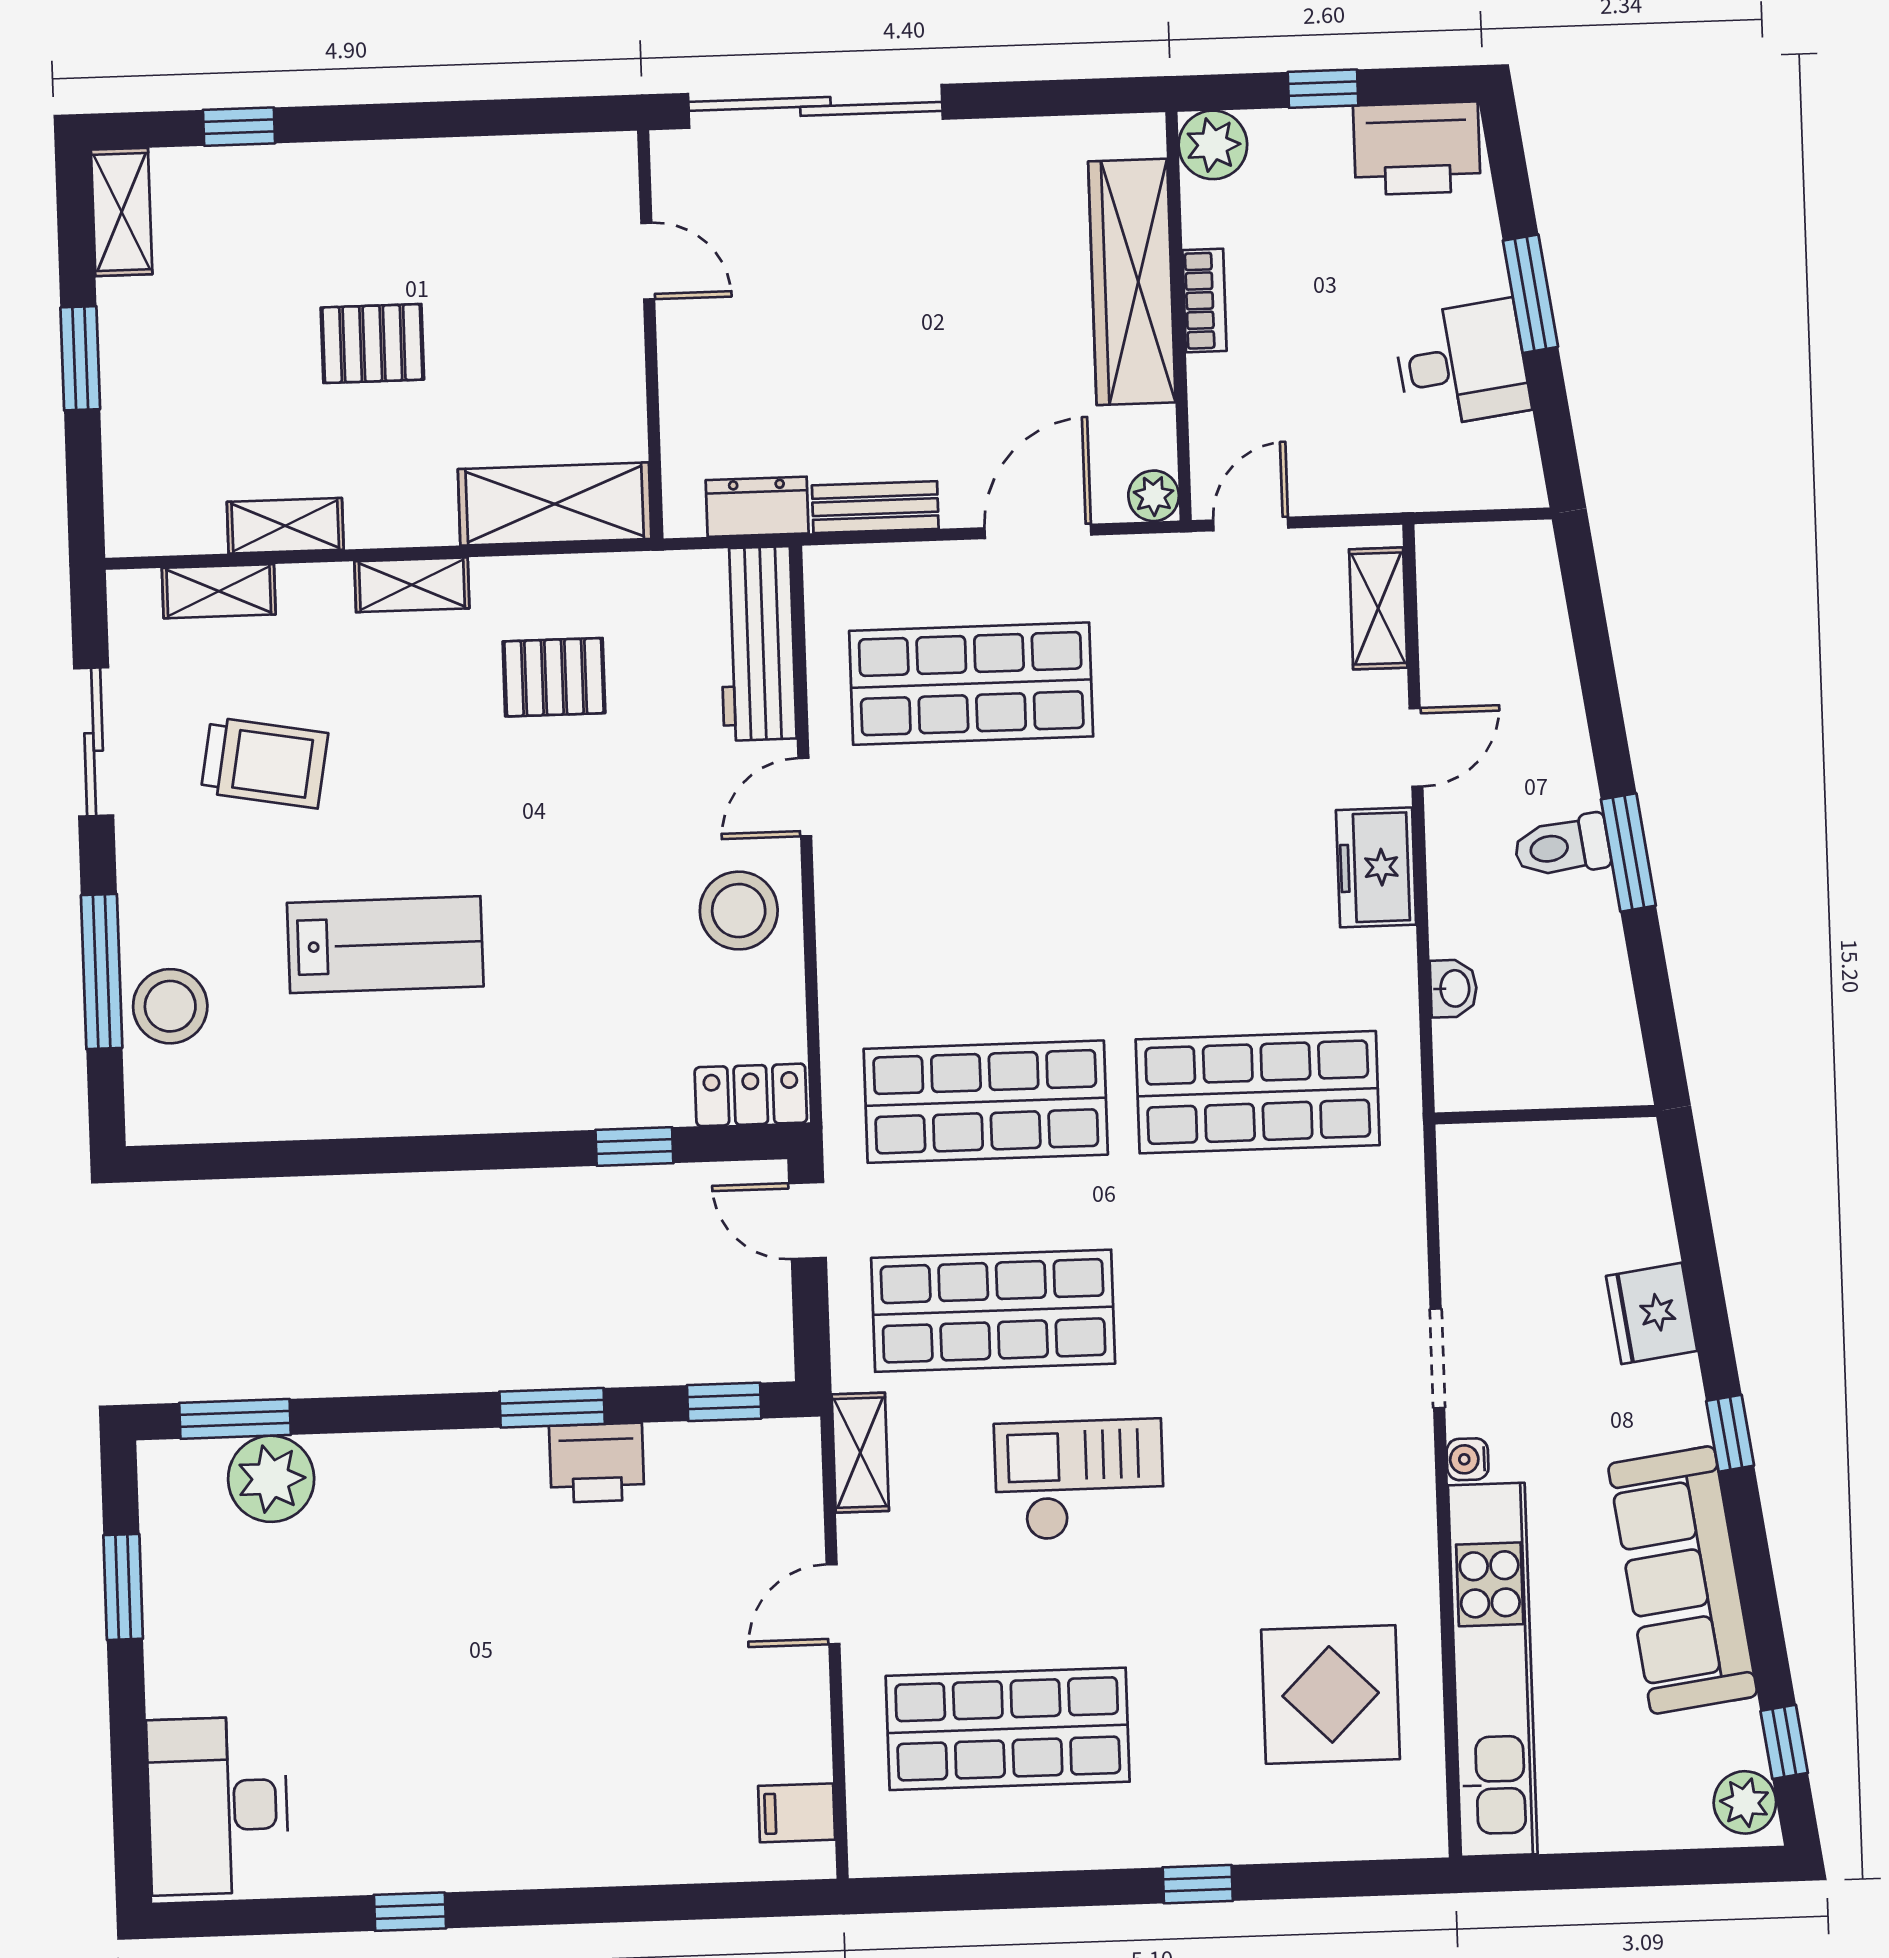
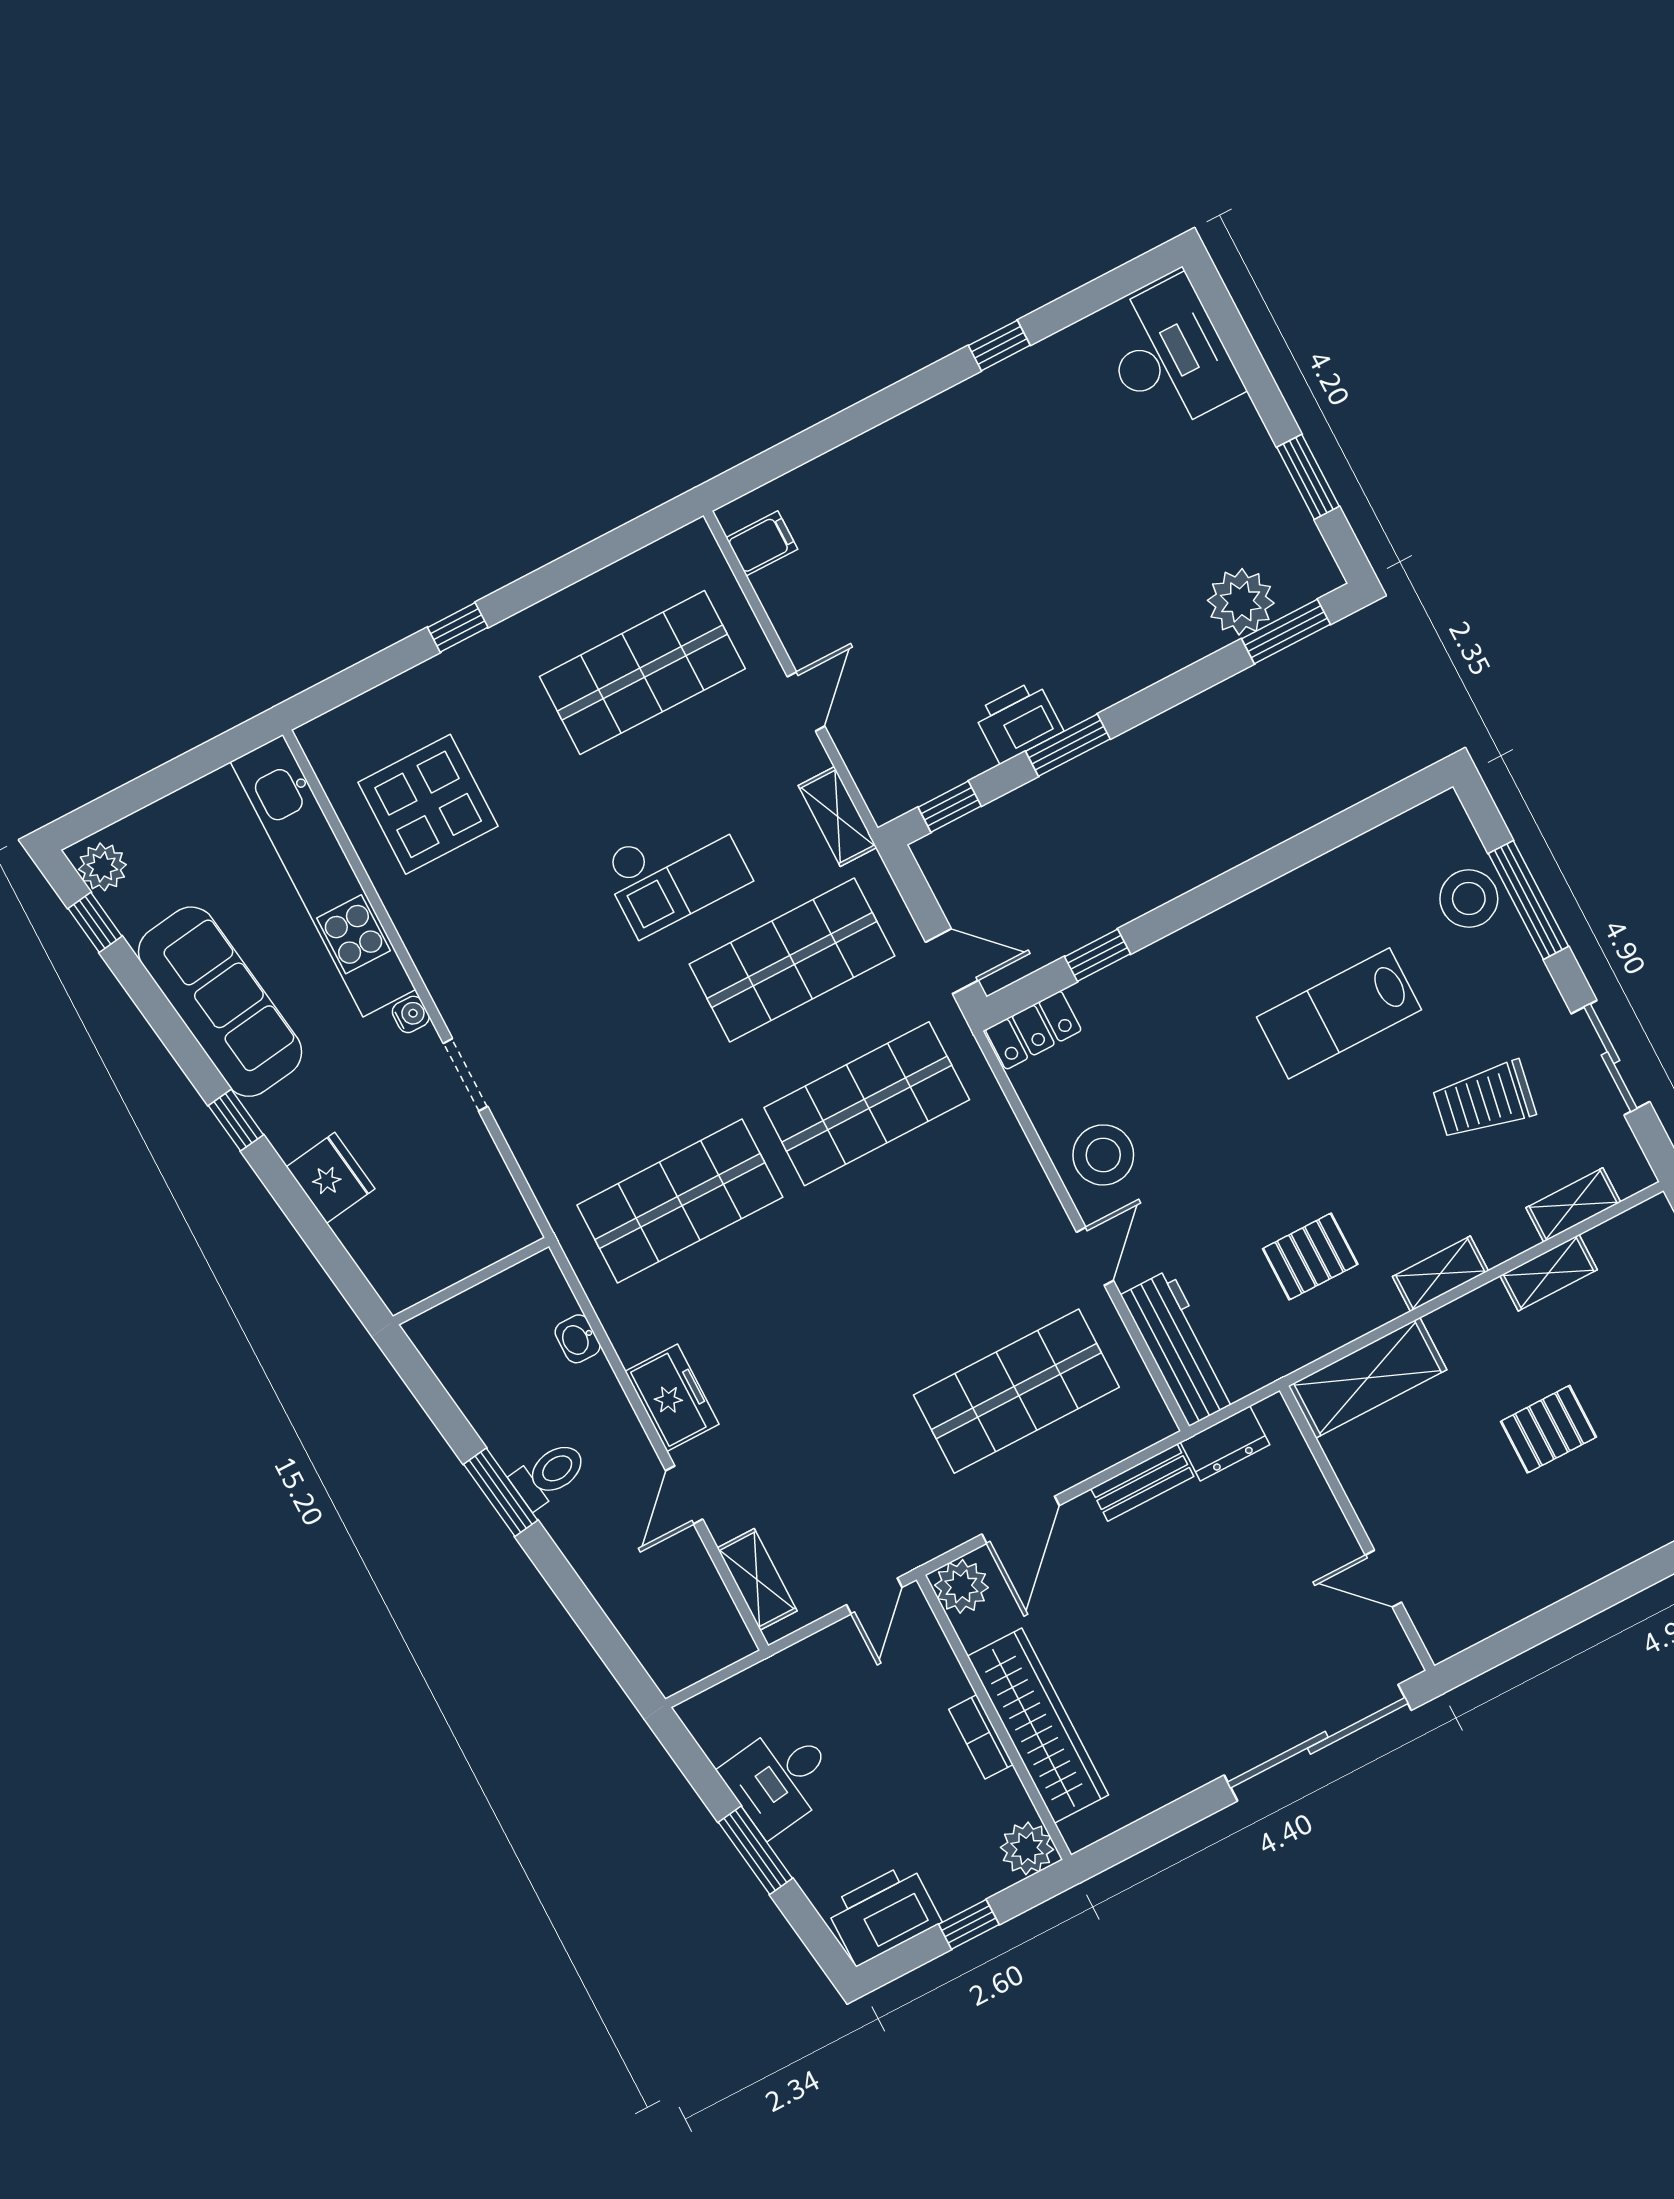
plant: (1154, 496) -> (961, 1586), width x1.38, depth x1.38

